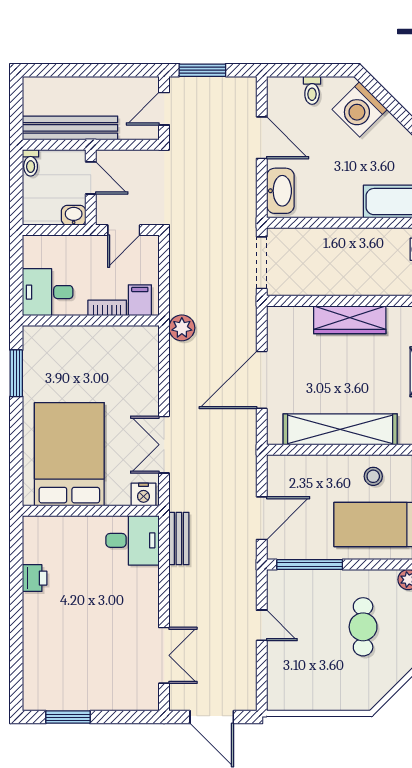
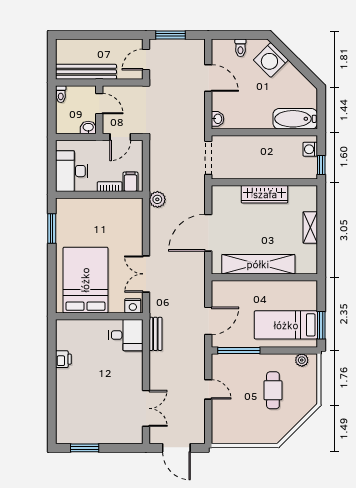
washbasin: (280, 191) -> (217, 119), width x0.52, depth x0.69
desk: (48, 292) -> (72, 171), width x1.37
stool: (373, 476) -> (279, 294), removed

